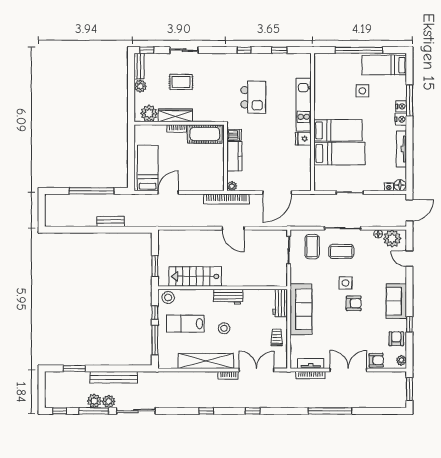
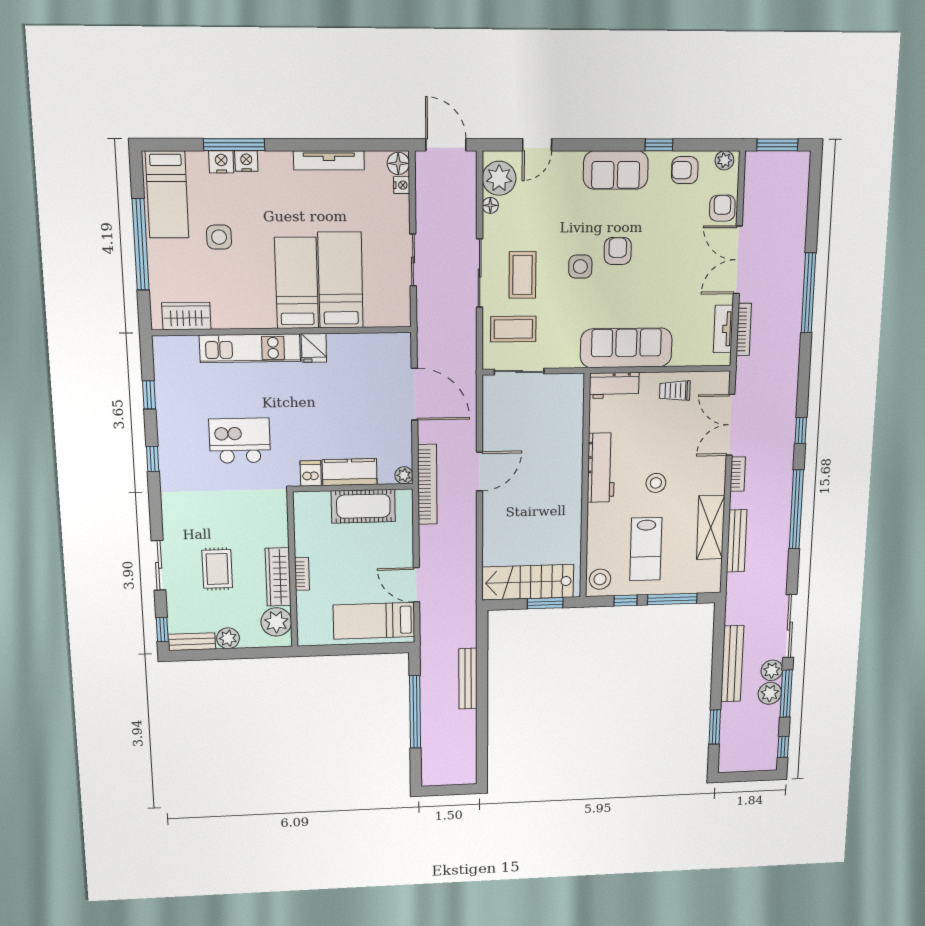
wardrobe: (321, 72) -> (186, 316), added
nightstand: (401, 119) -> (221, 162), moved
cot: (205, 134) -> (363, 506), moved, turned 90
bench: (111, 222) -> (468, 679), width x1.36
stairs: (195, 276) -> (528, 582), moved, turned 90
workbench: (228, 297) -> (601, 468), width x1.38
shelving: (206, 361) -> (711, 527), width x0.68
bench: (189, 377) -> (737, 541), added
window: (206, 411) -> (796, 510), width x3.17

